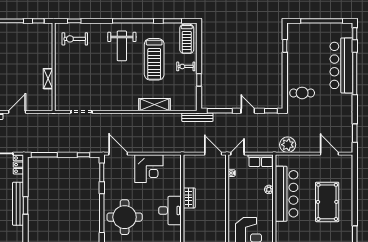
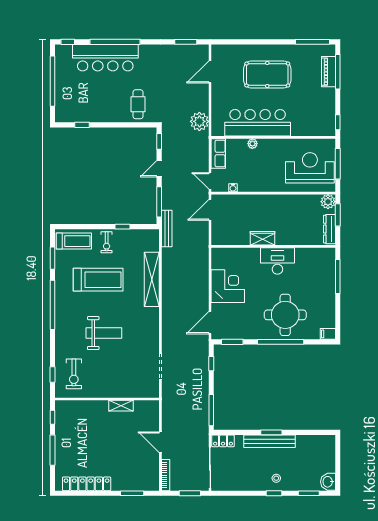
weight bench: (122, 46) -> (104, 333), moved
shelving: (155, 105) -> (152, 279), width x1.47

